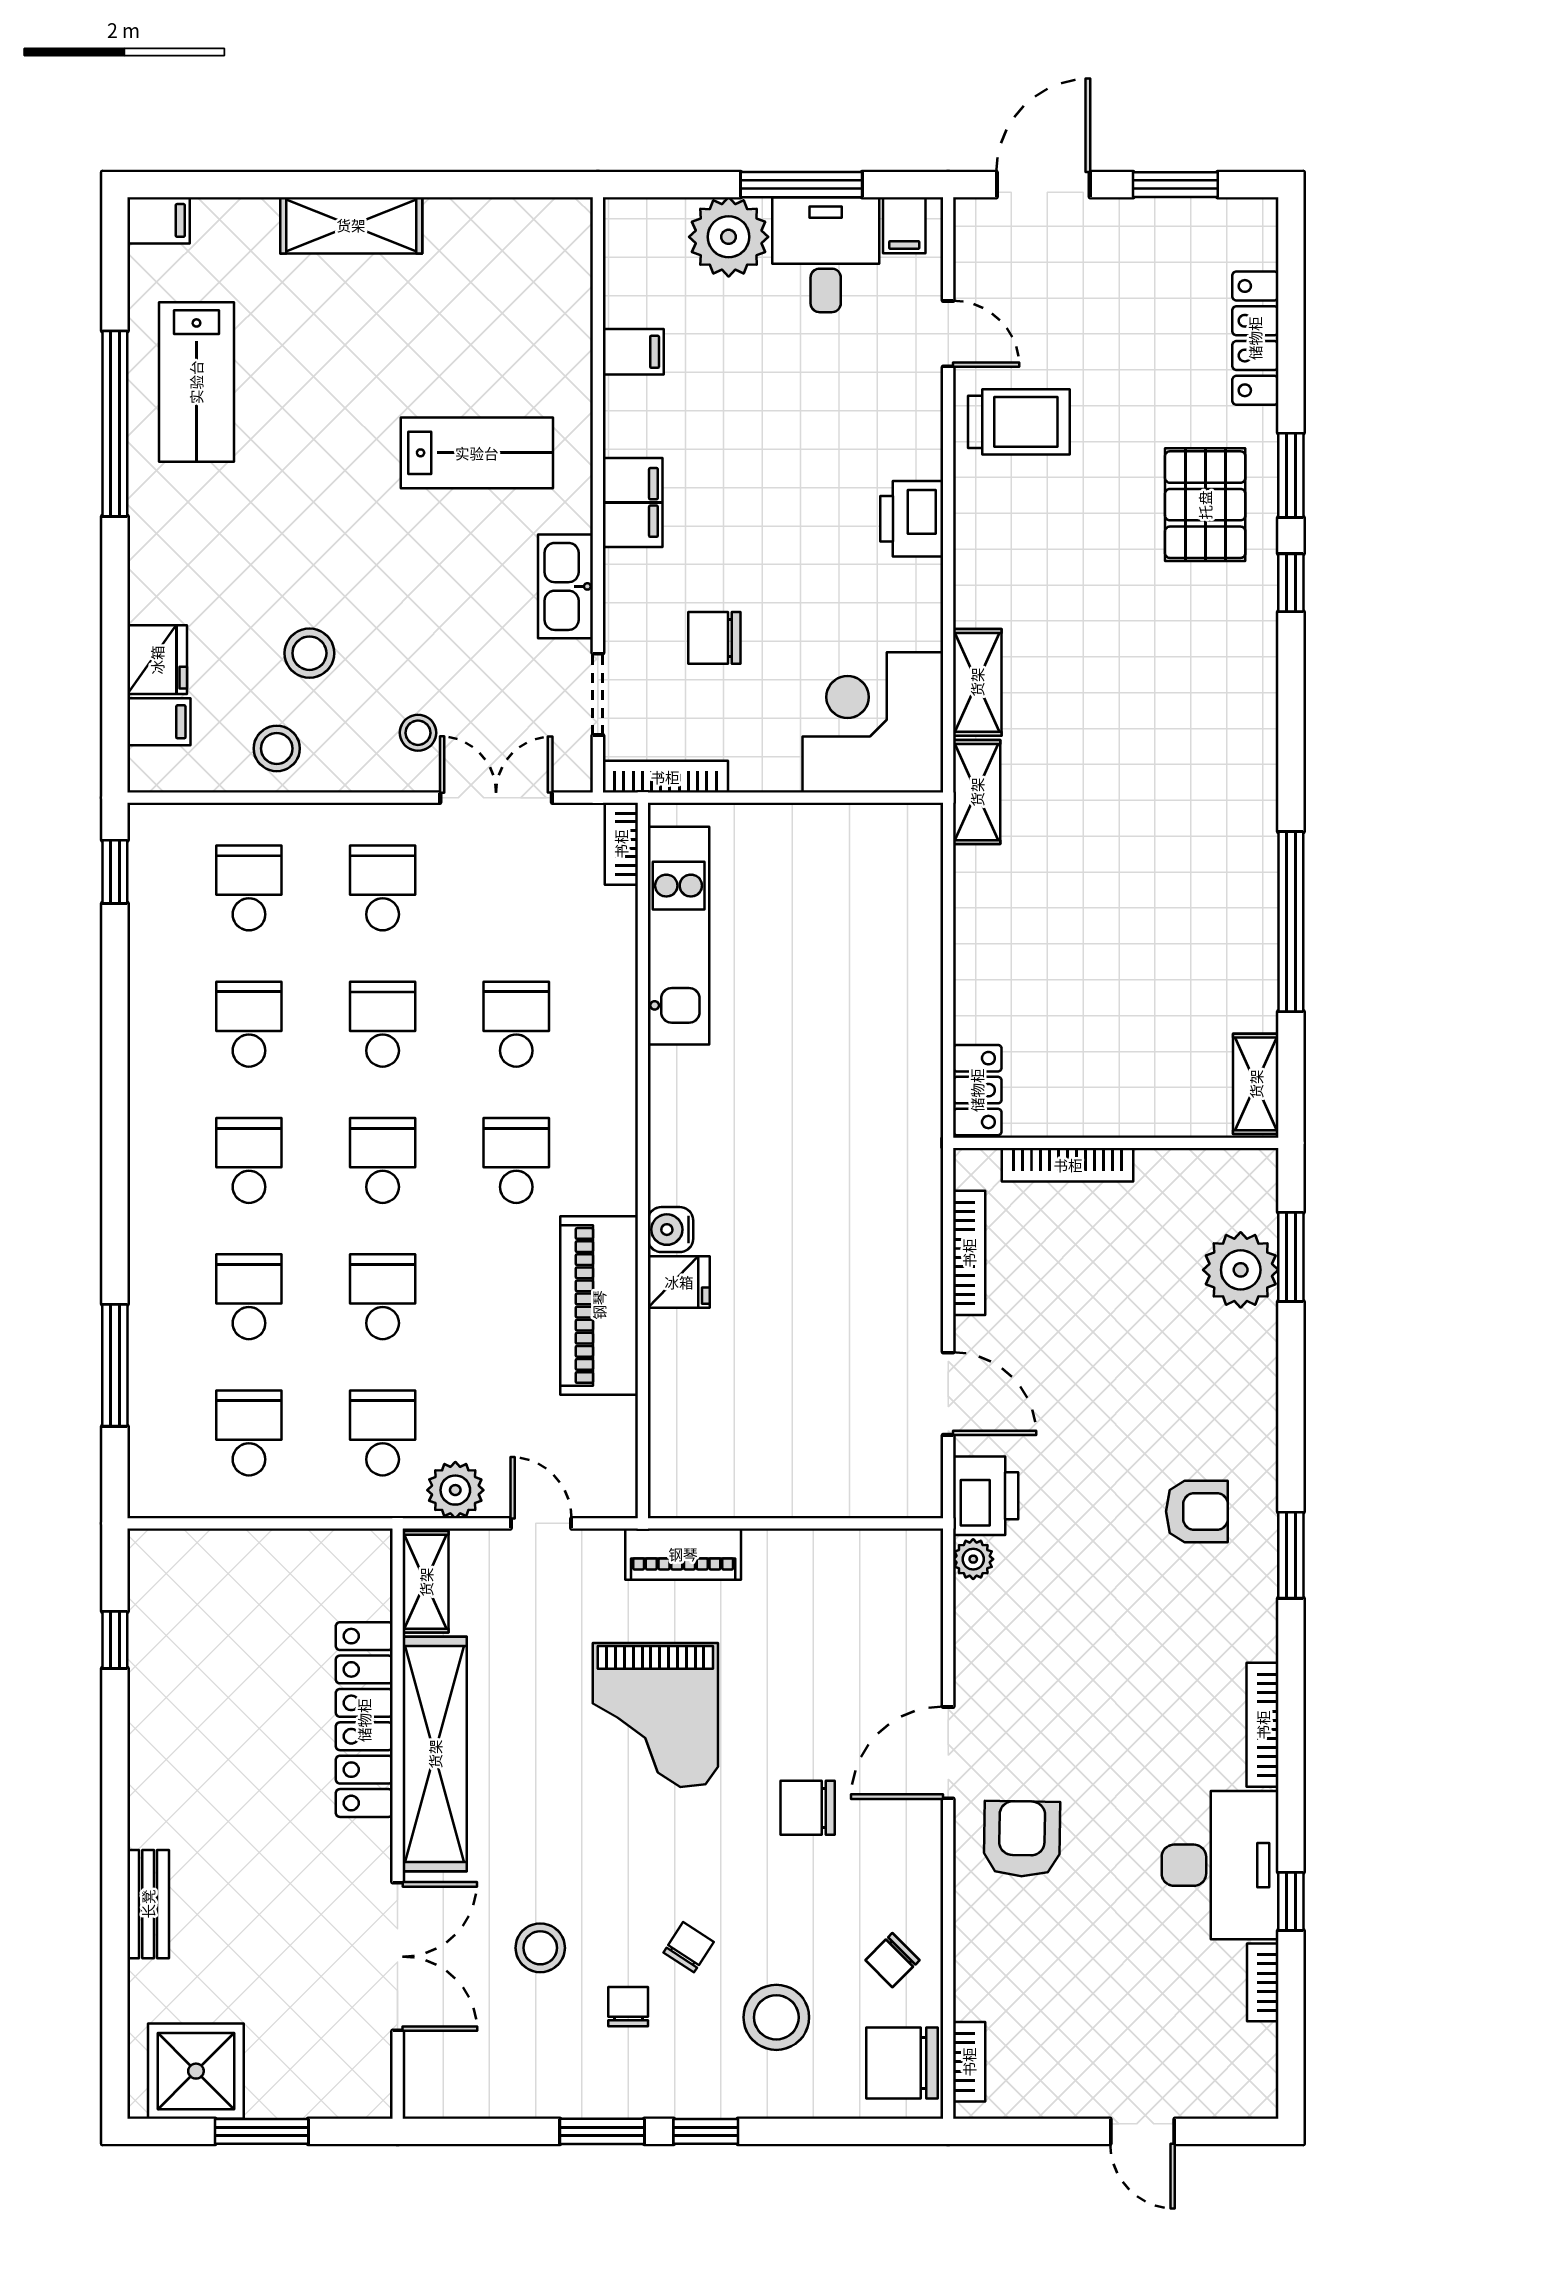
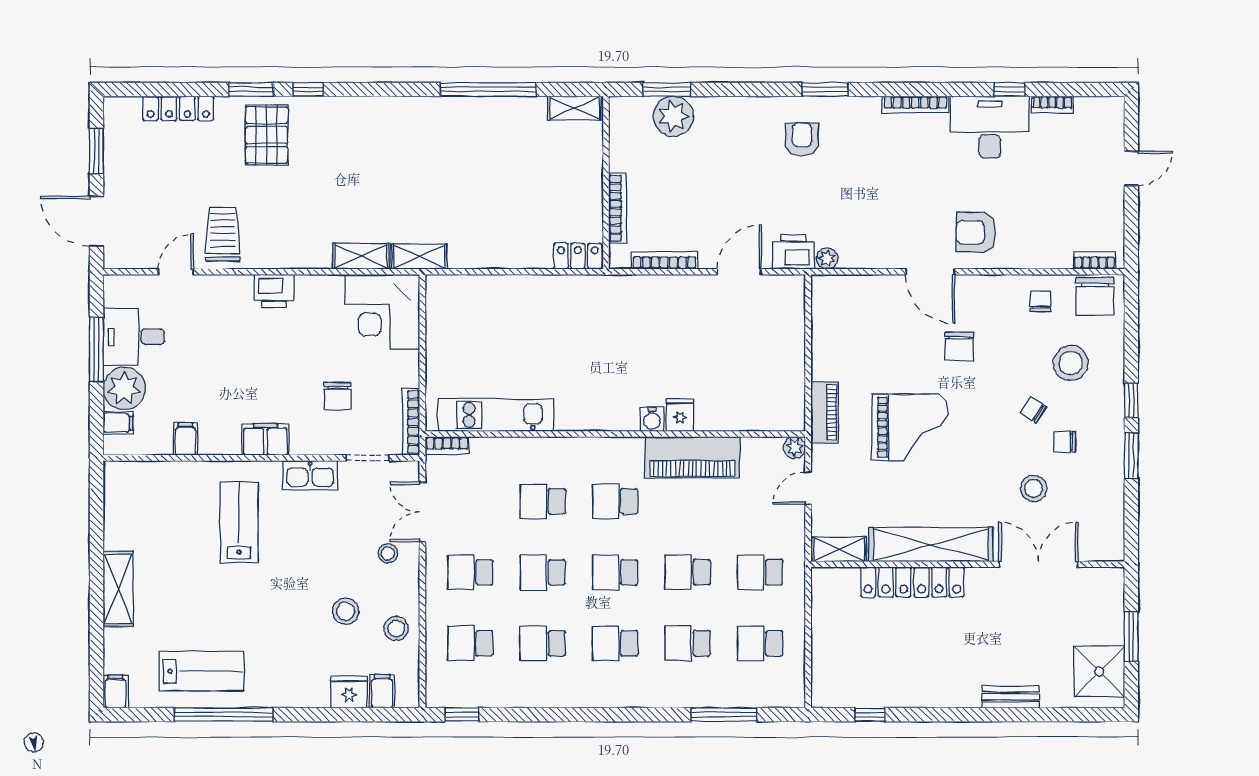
filing cabinet: (904, 225) -> (118, 423), moved
pallet: (1205, 505) -> (267, 135), turned 90
plant: (455, 1490) -> (795, 448), moved, width x0.73, depth x0.73
chair: (892, 1960) -> (1040, 301), turned -135

